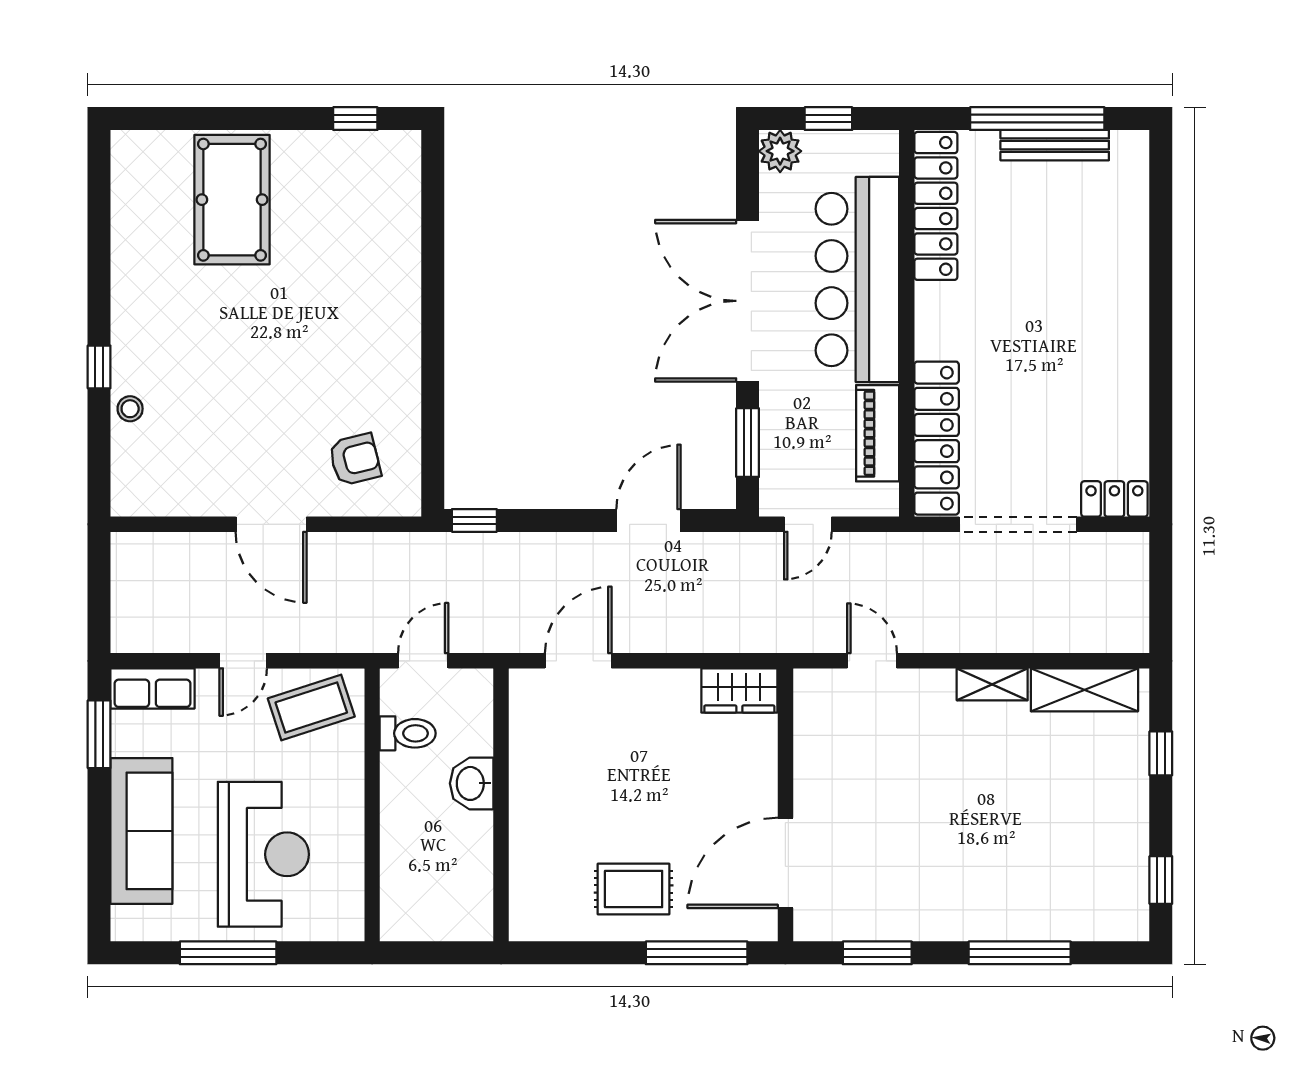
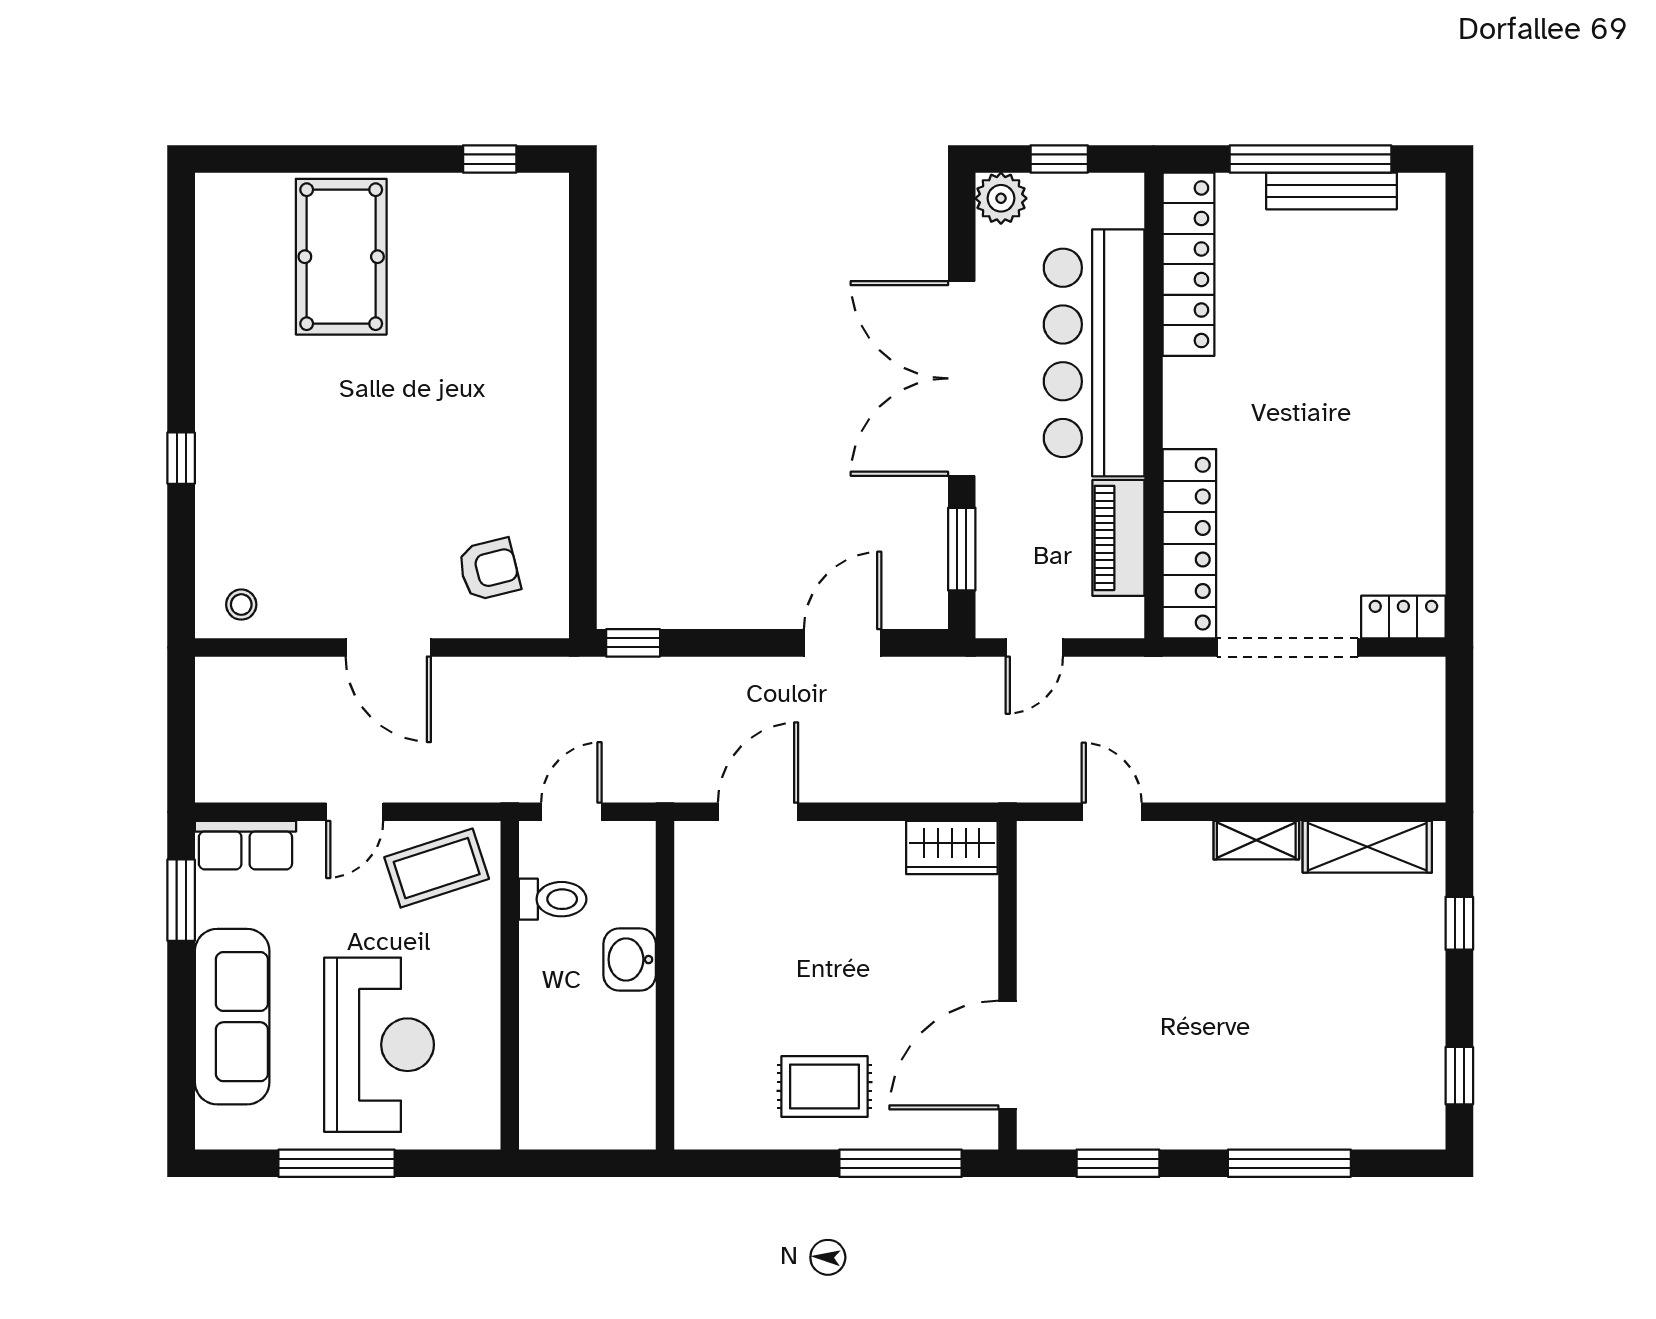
stool: (130, 409) -> (241, 605), moved

